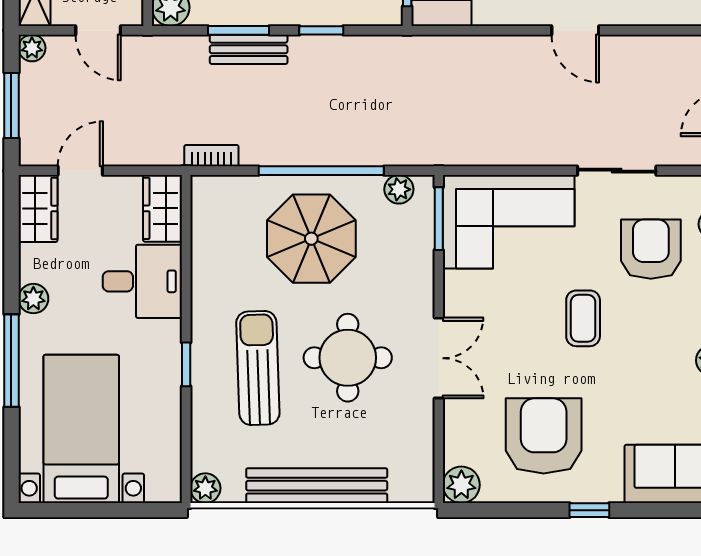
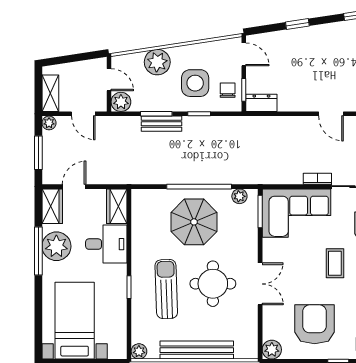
bookcase: (211, 156) -> (317, 179), moved
plant: (33, 299) -> (56, 246), width x1.87, depth x1.87
window: (11, 361) -> (38, 251), moved

